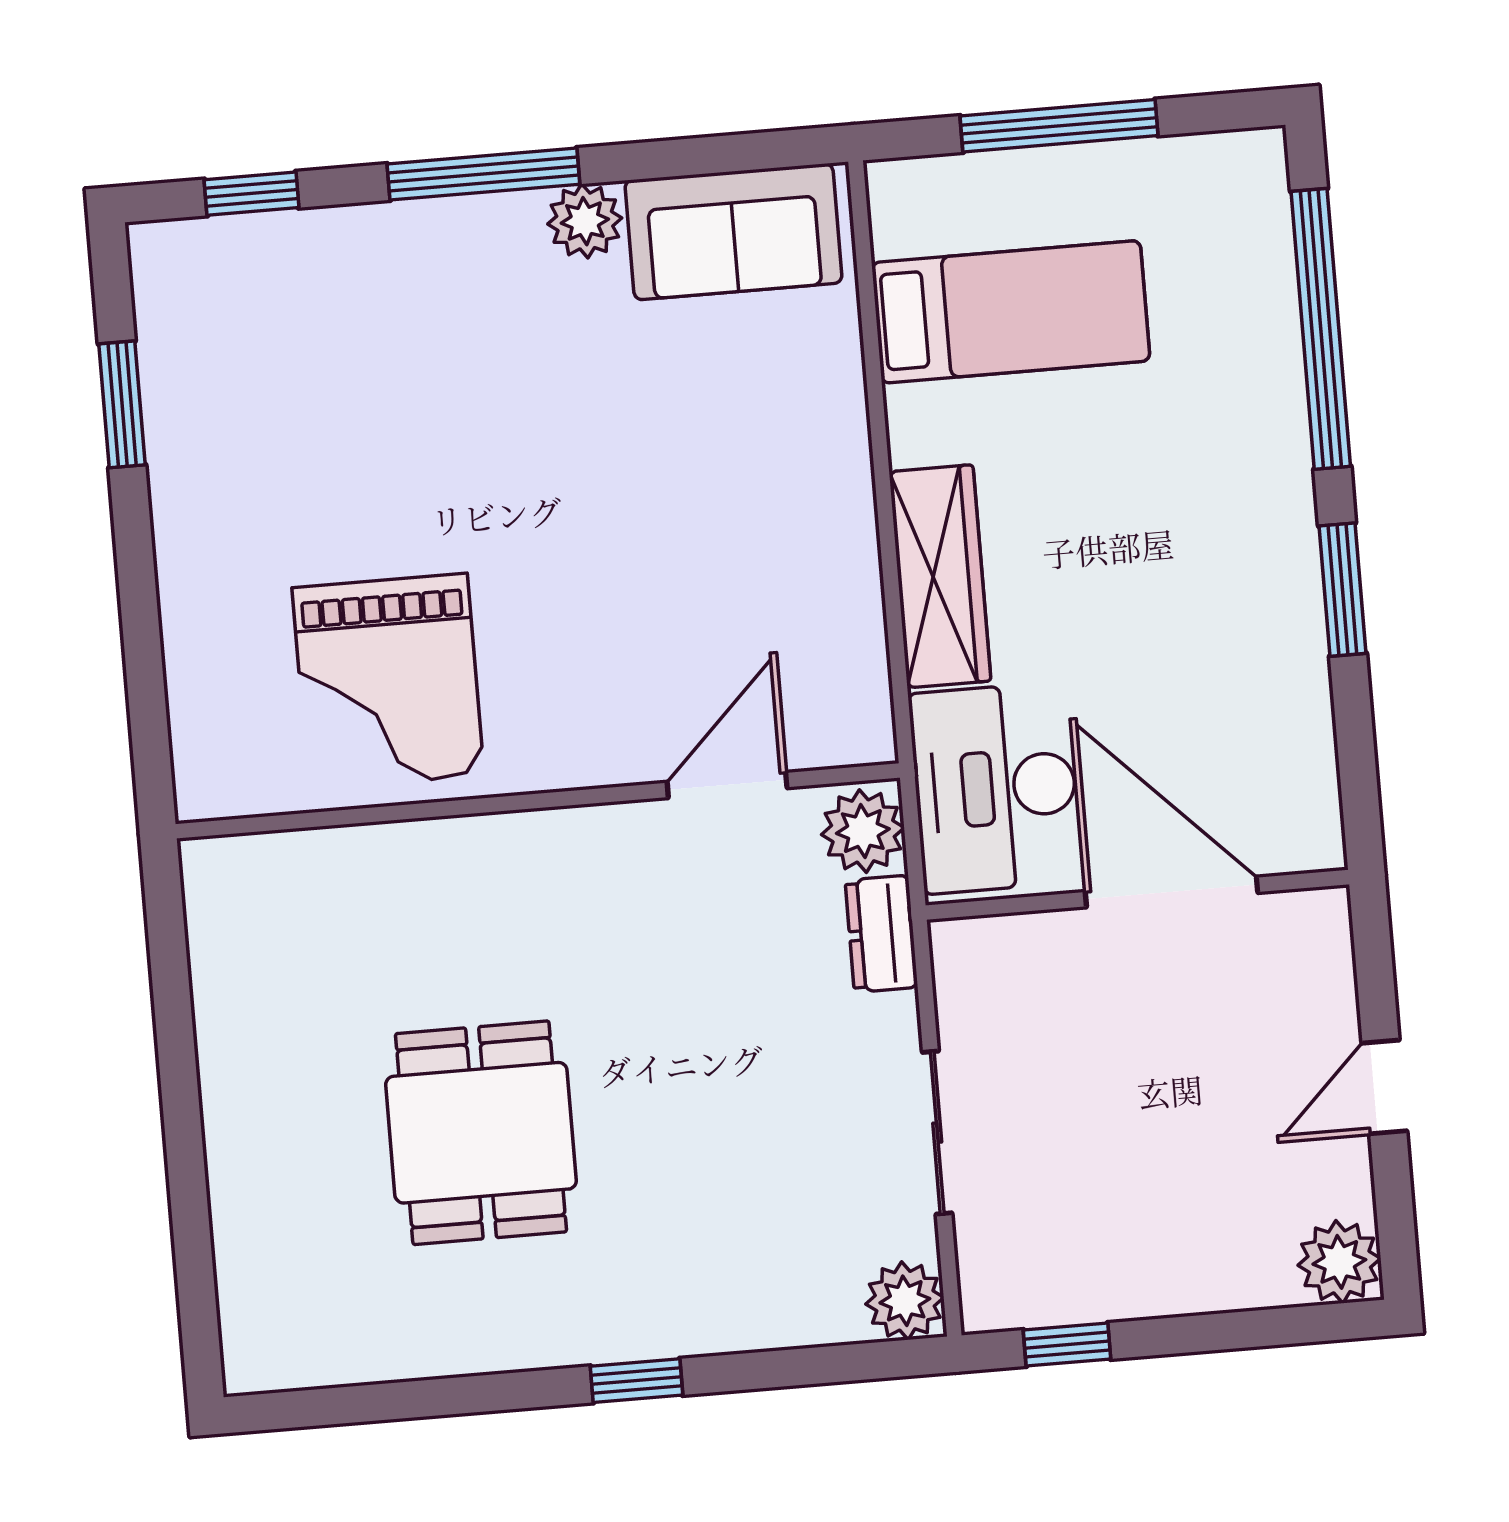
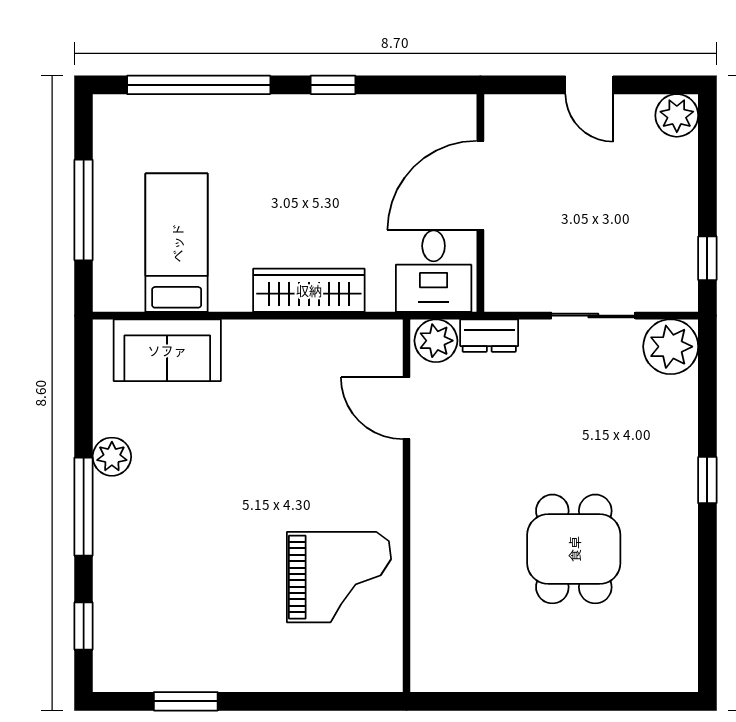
sofa: (733, 232) -> (167, 350), moved, turned 90
window: (1343, 590) -> (333, 85), width x0.67
desk: (995, 788) -> (434, 271), width x0.73
dining table: (481, 1133) -> (574, 549), turned 90
plant: (905, 1301) -> (671, 347), width x1.36, depth x1.36

